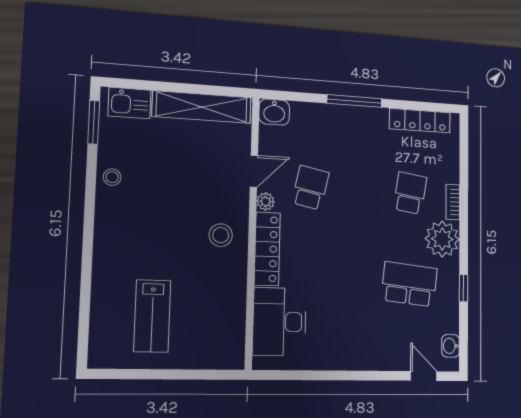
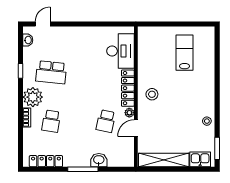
washbasin: (274, 112) -> (99, 160), moved
door: (424, 376) -> (43, 24), swing flipped

